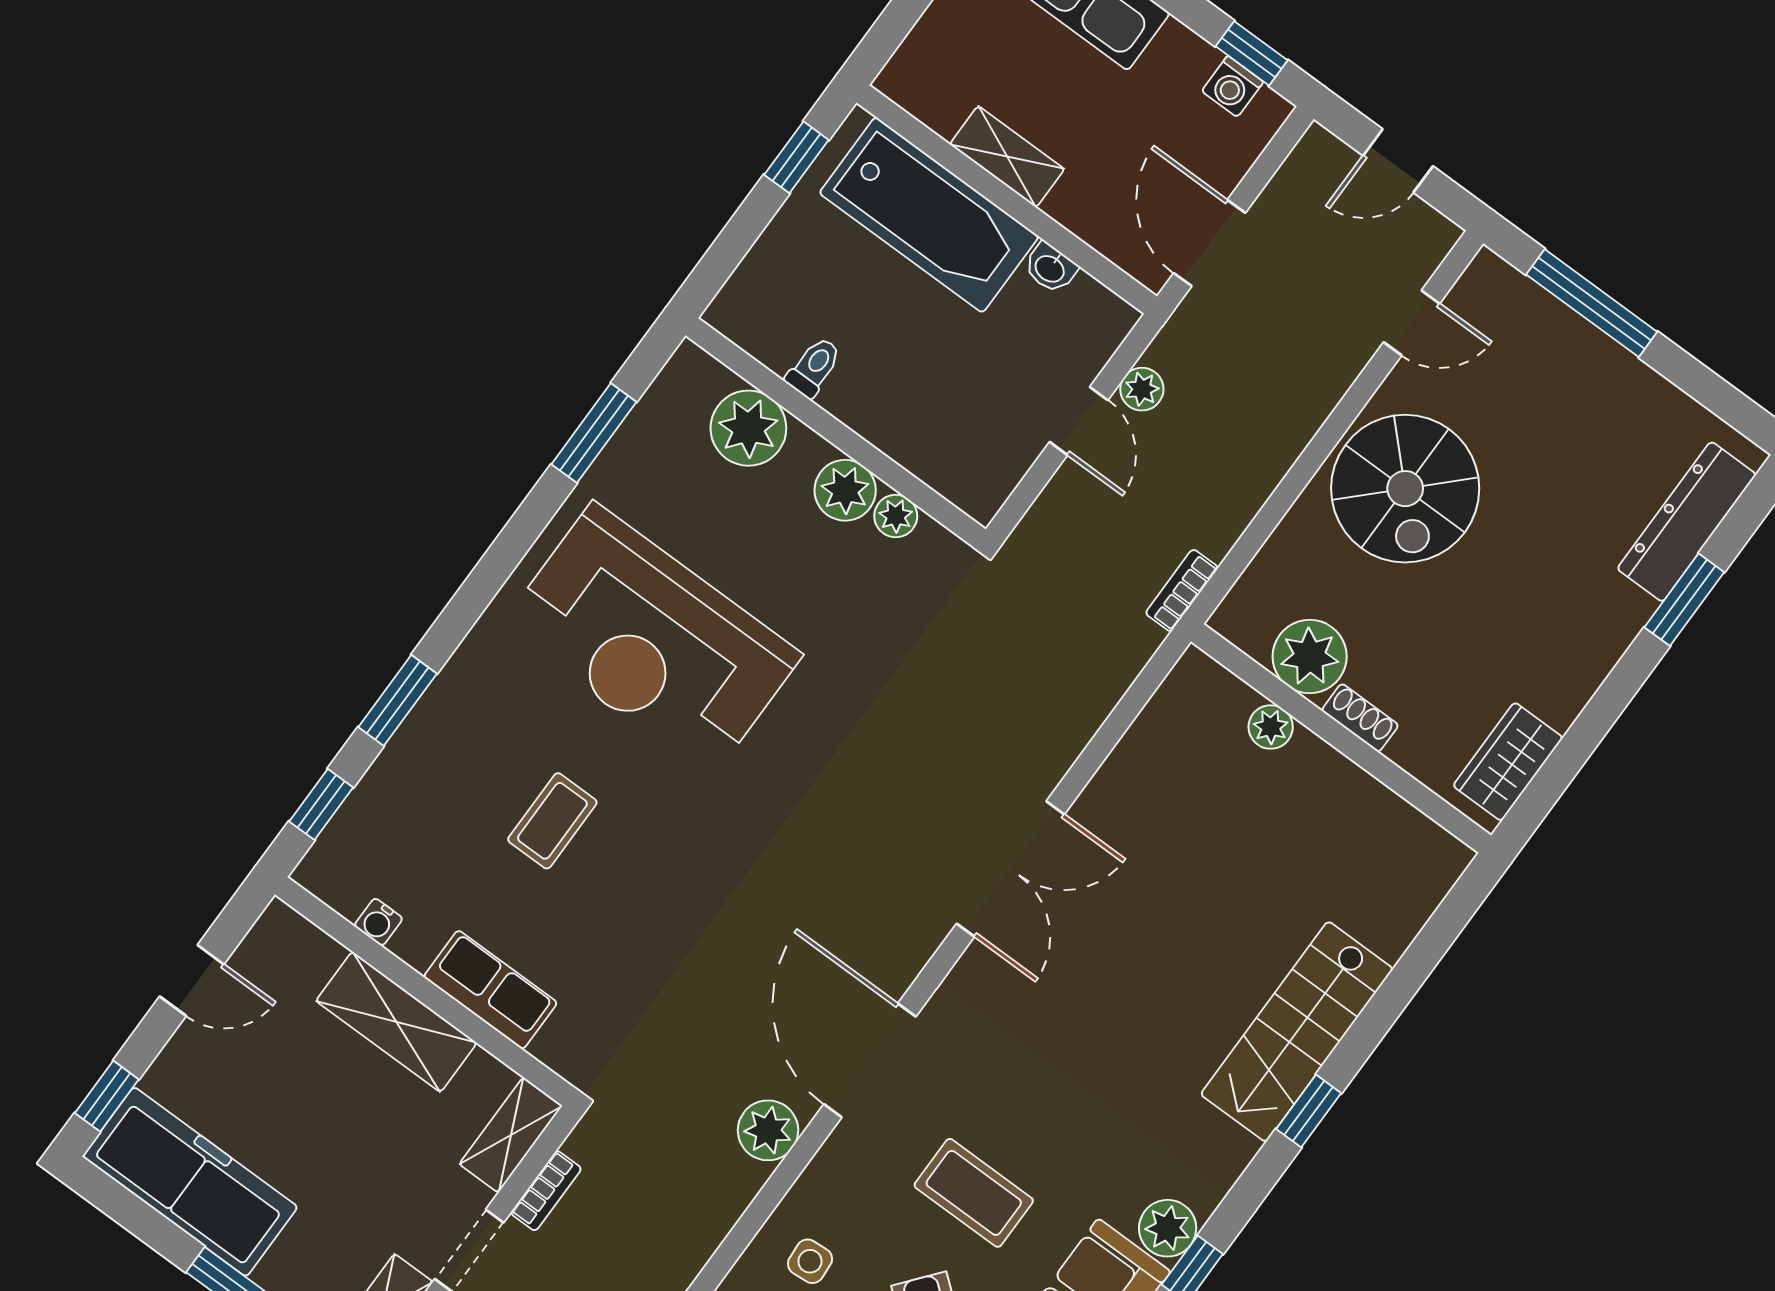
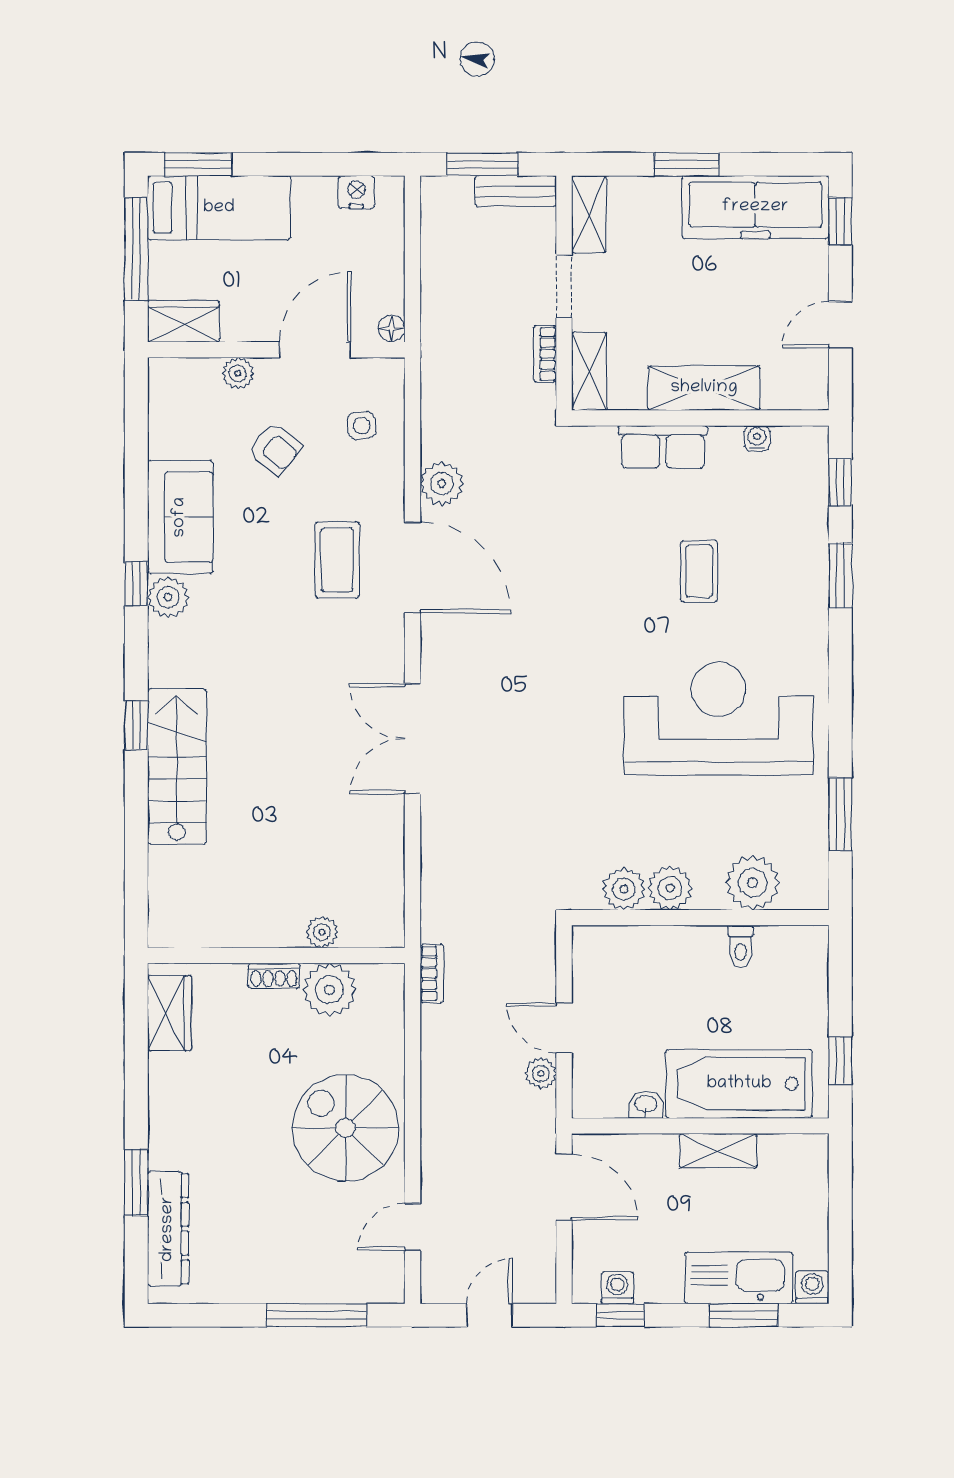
plant: (896, 516) -> (624, 889), width x1.38, depth x1.38
coffee table: (974, 1193) -> (337, 560), moved, turned 90

